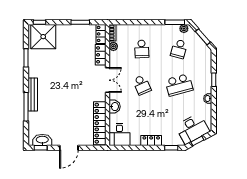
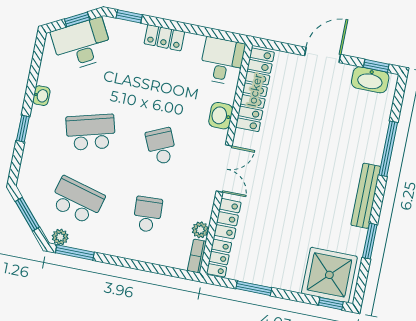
school desk: (179, 49) -> (77, 200), width x1.85
double door: (107, 80) -> (224, 169), swing flipped
bench: (33, 95) -> (366, 196), moved

